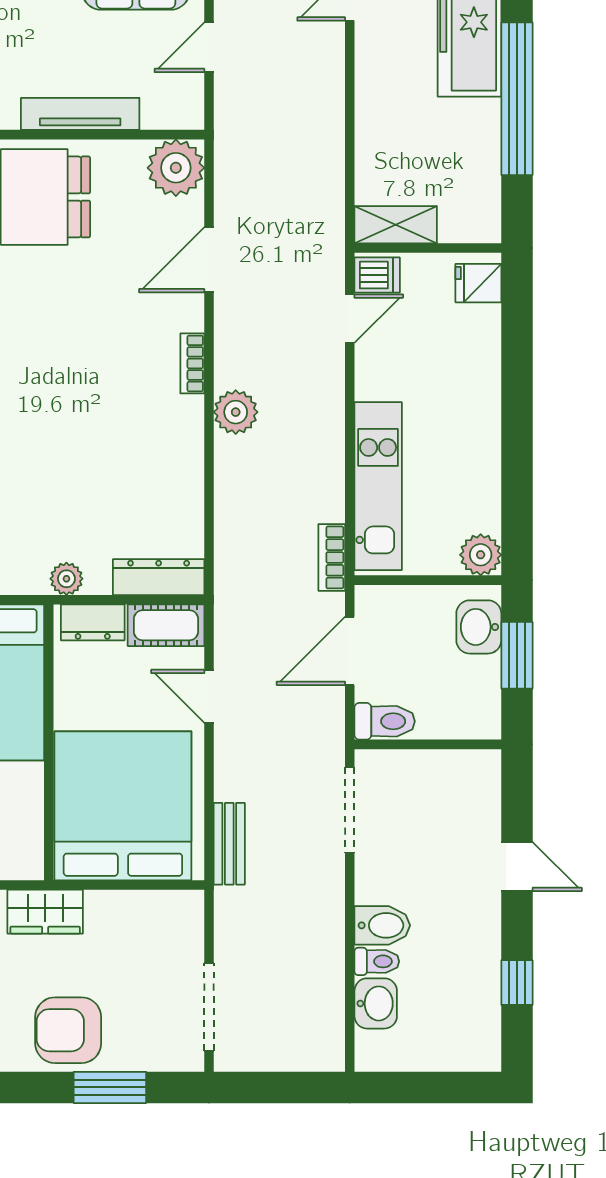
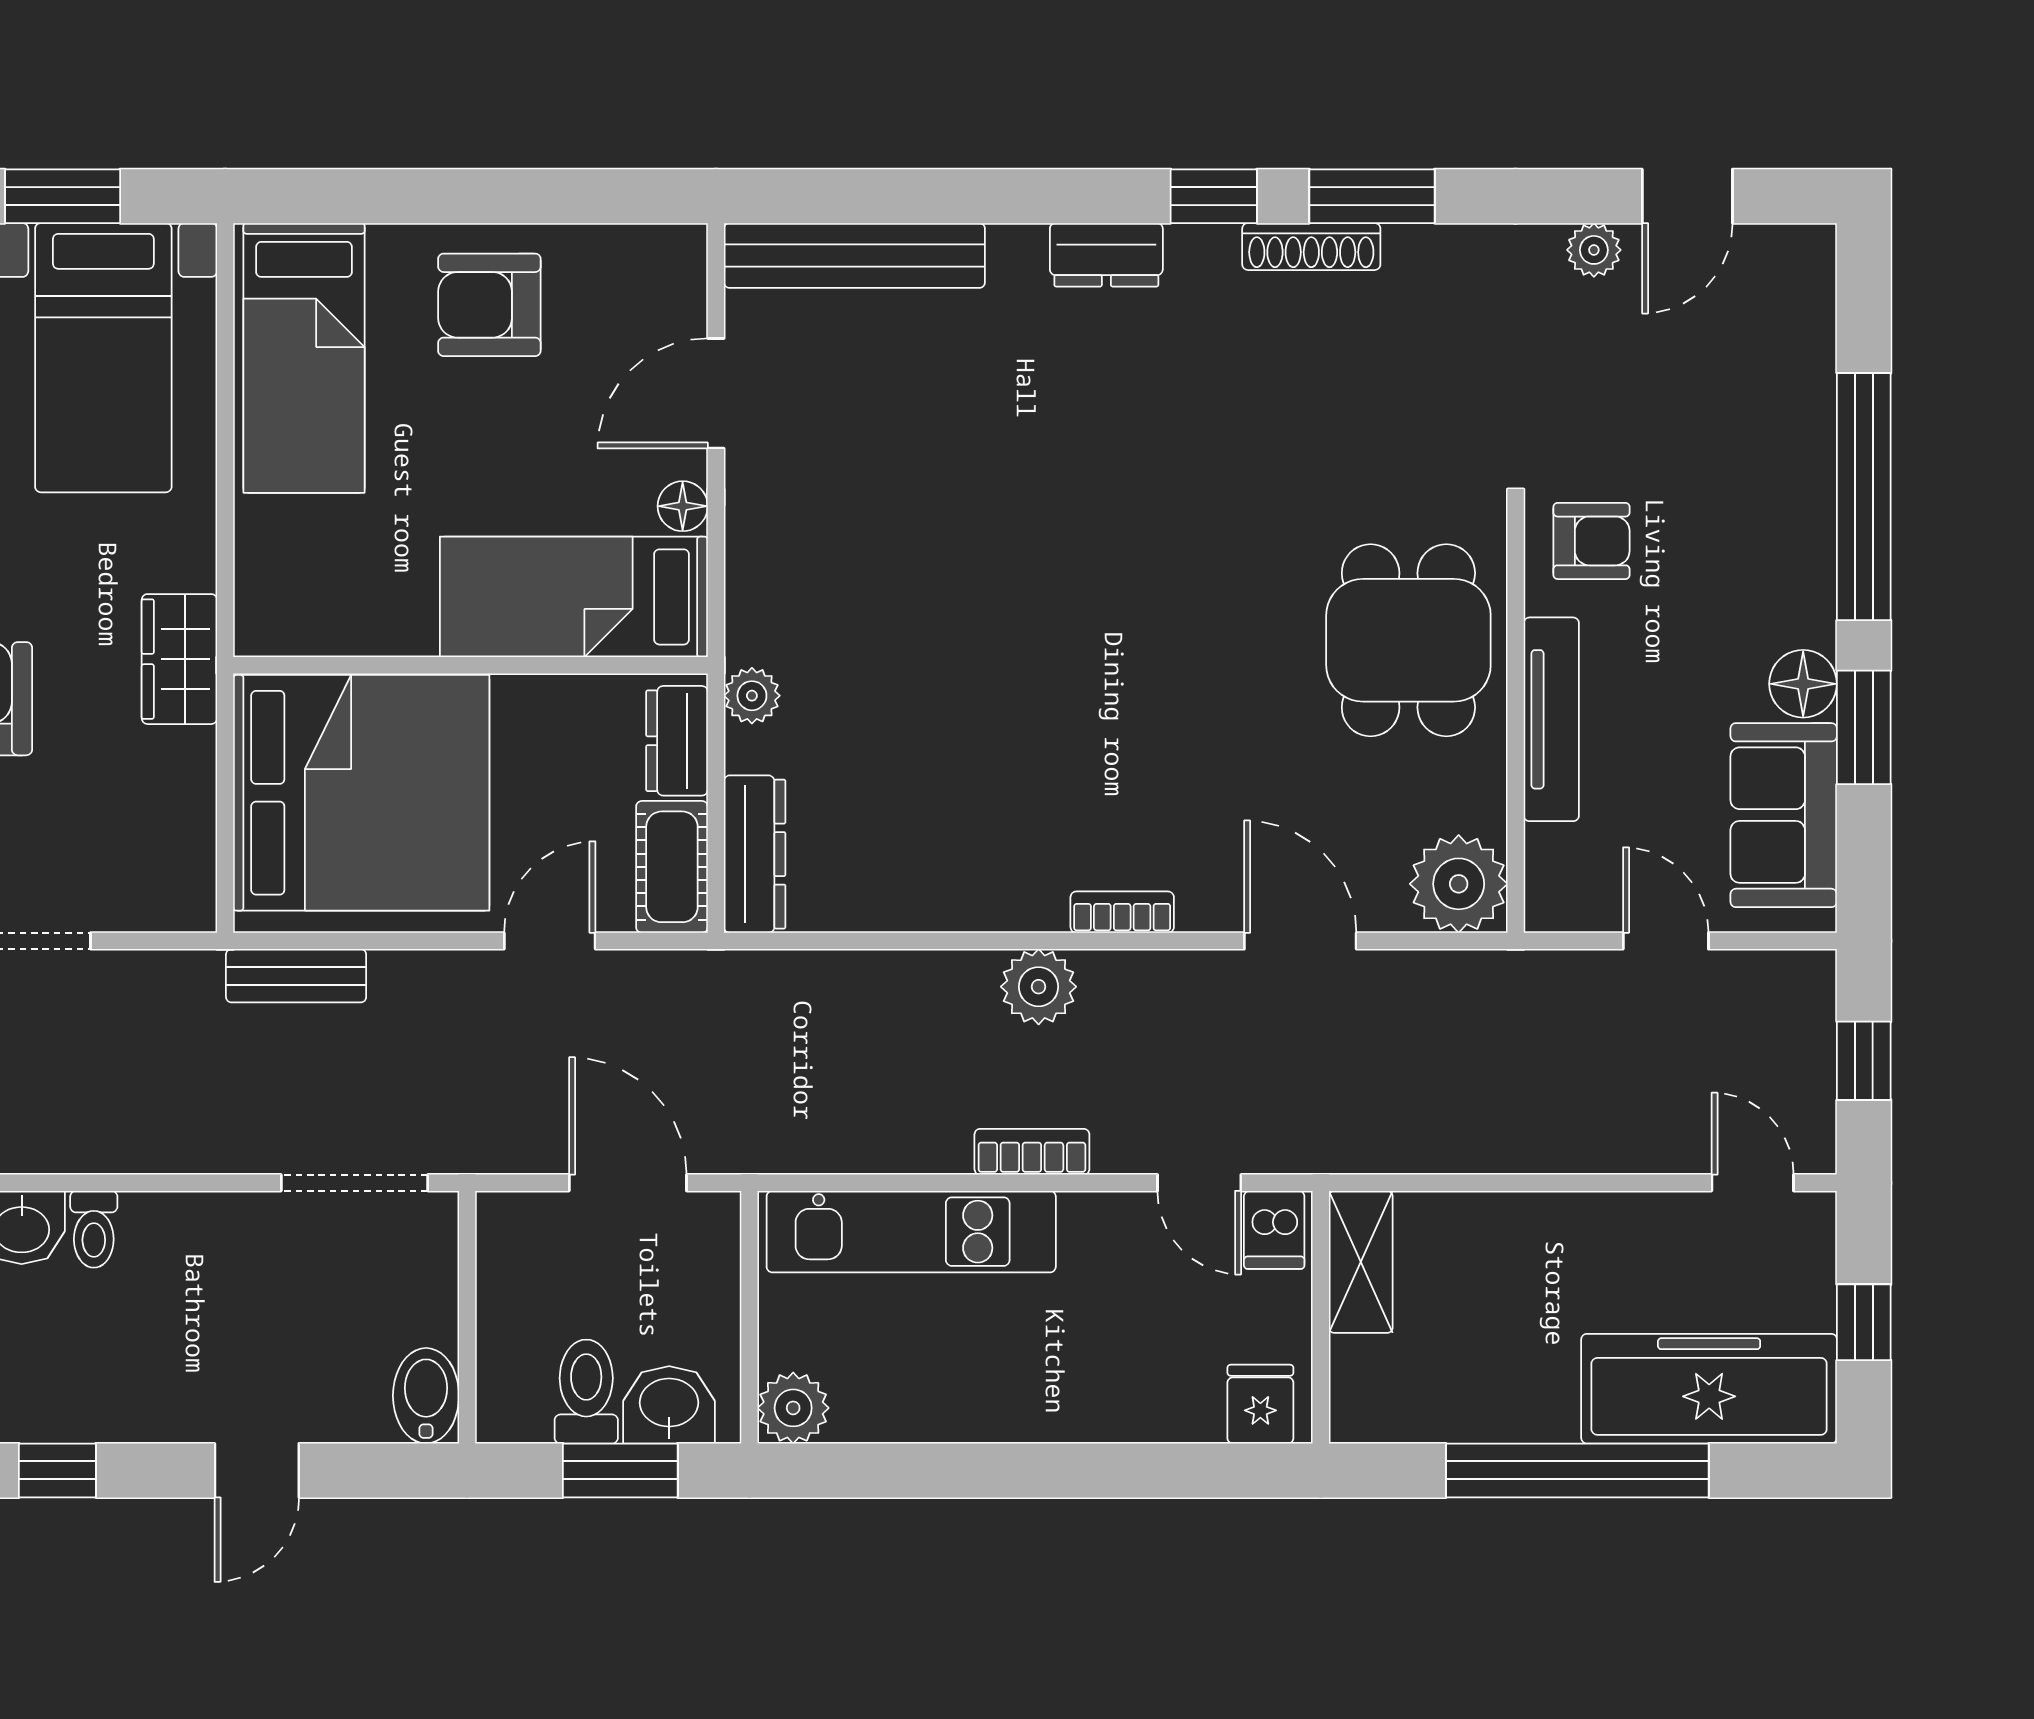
bookcase: (332, 557) -> (1032, 1152), moved
toilet: (385, 721) -> (586, 1392), moved, turned 180
bidet: (382, 925) -> (426, 1396), moved, turned 180

